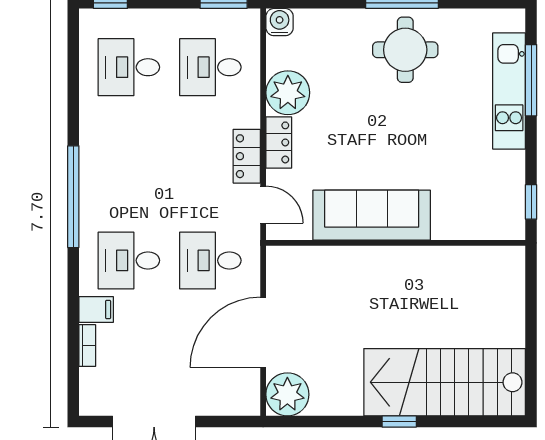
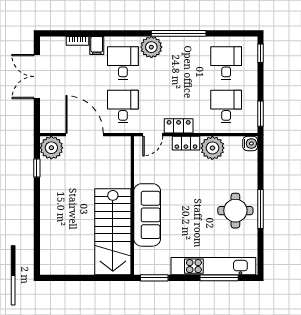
kitchen unit: (509, 91) -> (213, 266), width x1.36
window: (73, 197) -> (179, 33), moved
window: (531, 202) -> (154, 278), width x1.50
plant: (99, 207) -> (151, 47), added
sofa: (372, 215) -> (147, 215), moved
stairs: (445, 382) -> (113, 232), moved, turned 180
window: (399, 421) -> (37, 168), moved

